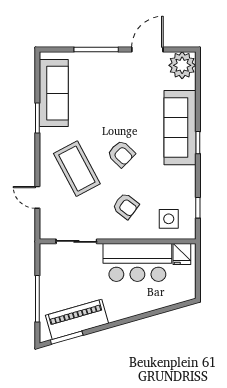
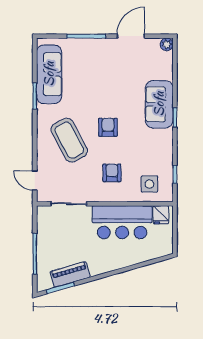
plant: (182, 65) -> (167, 44), width x0.53, depth x0.53
sofa: (180, 128) -> (159, 104), width x0.73
armchair: (121, 154) -> (108, 127), turned -134
door: (37, 197) -> (35, 181), moved
armchair: (126, 206) -> (112, 173), turned -127
piano: (77, 319) -> (70, 274), width x0.73, depth x0.75

